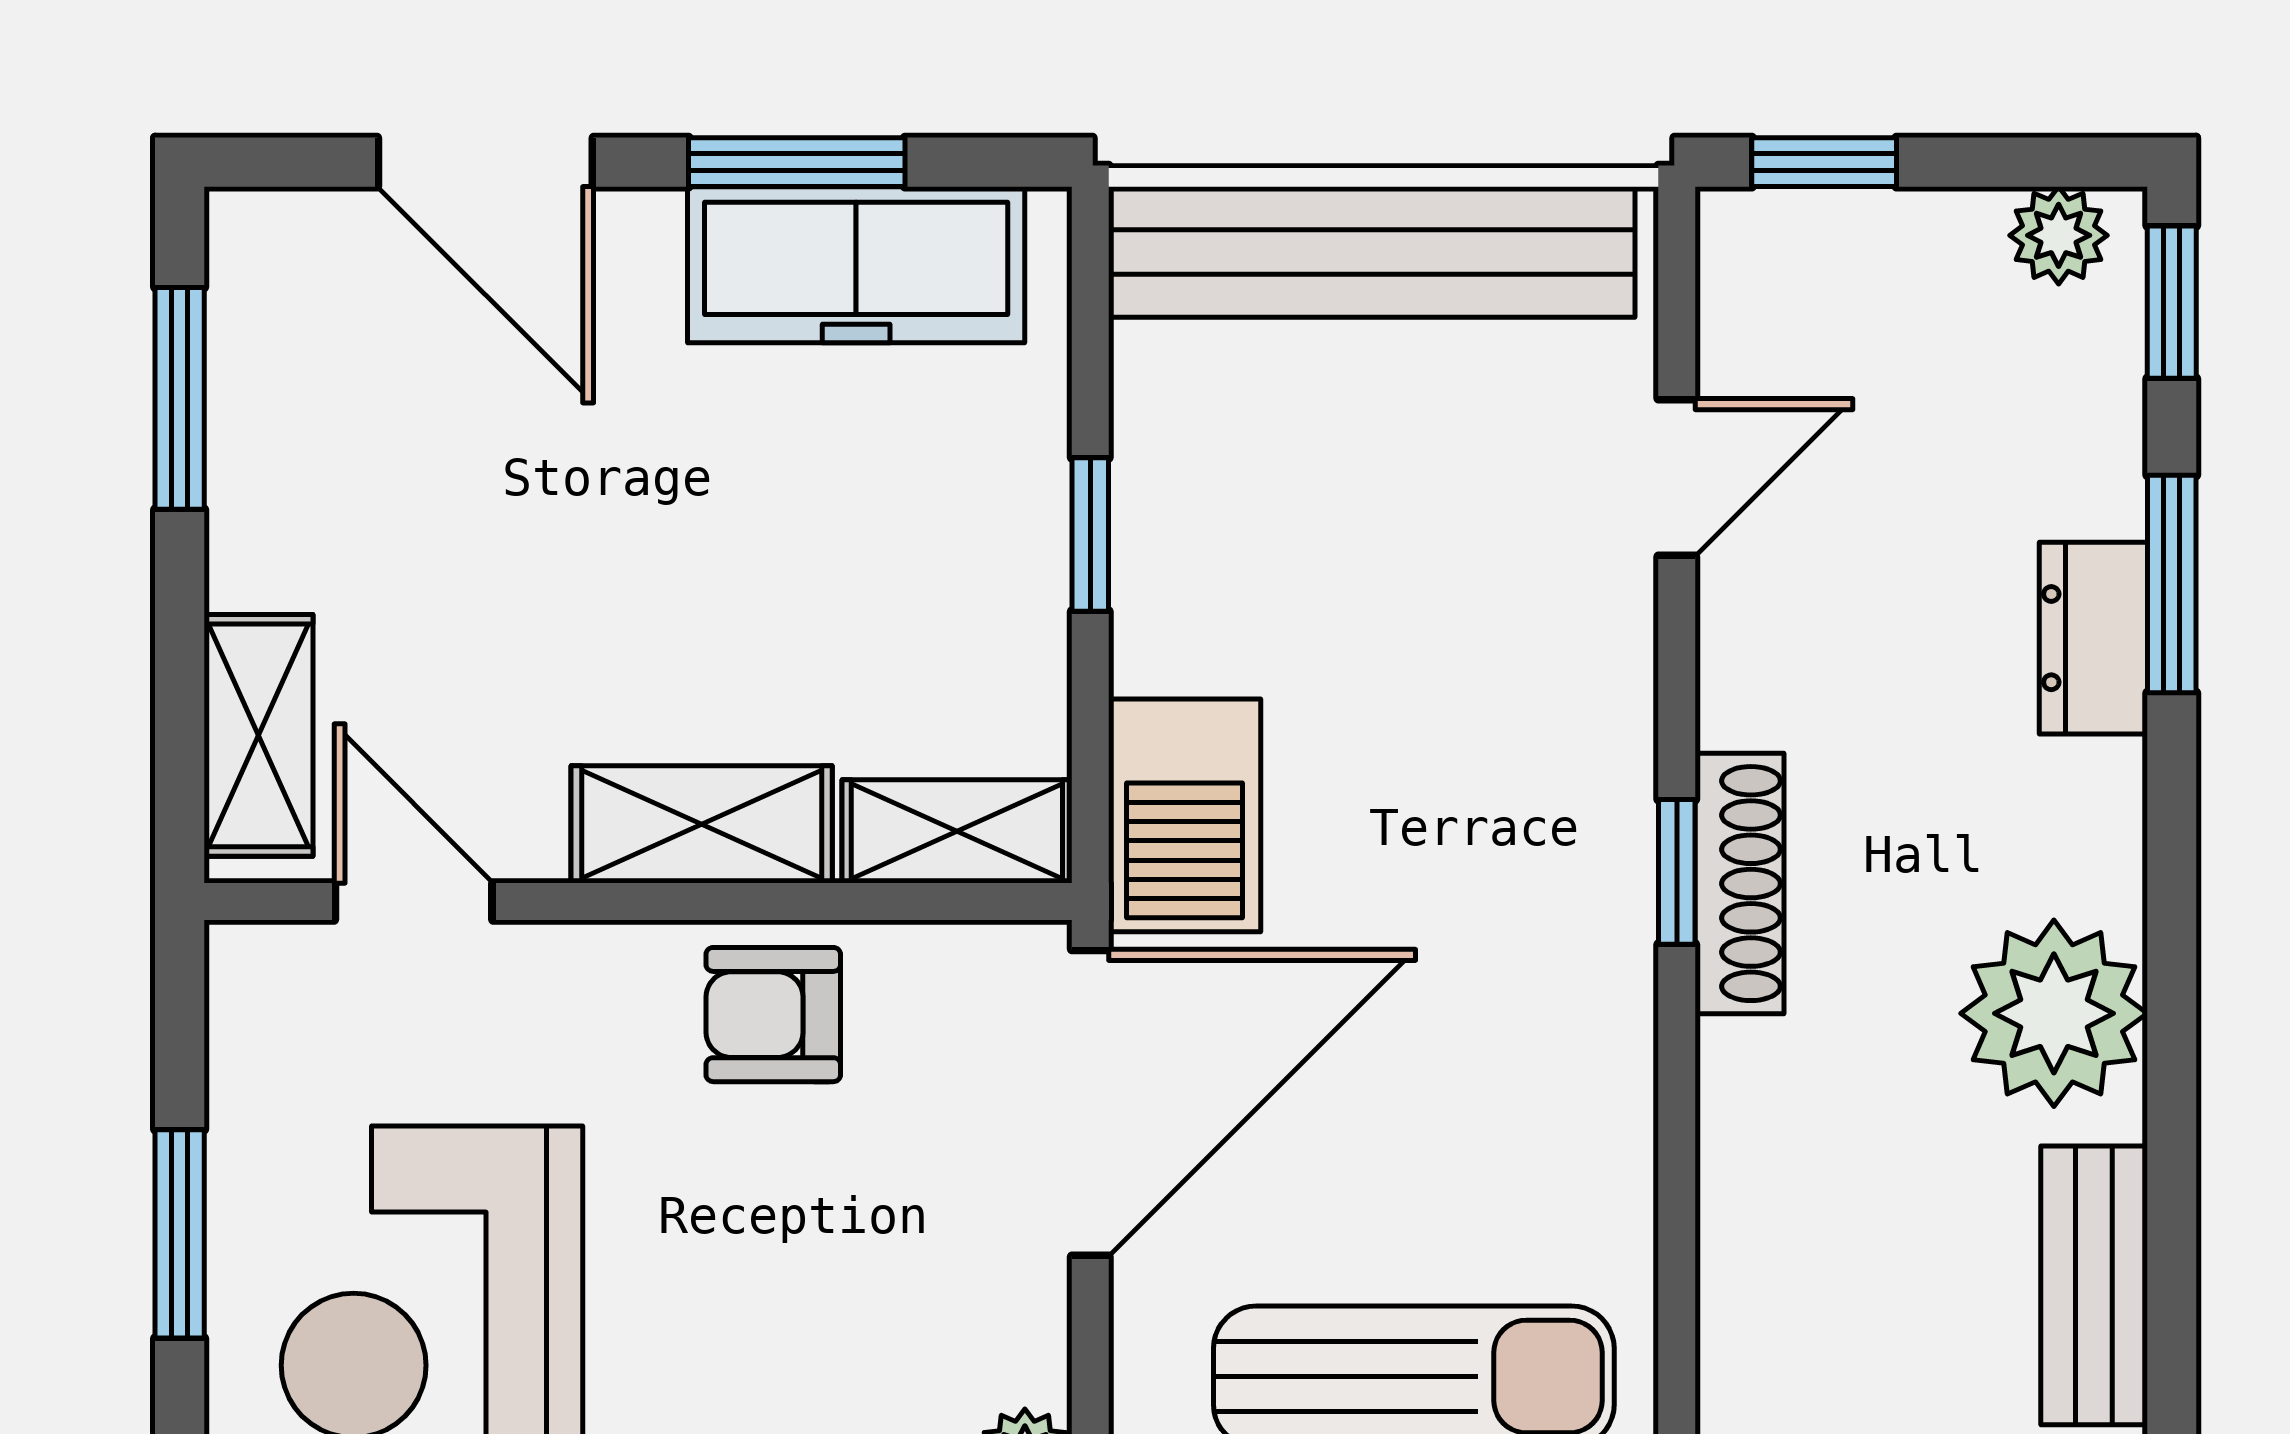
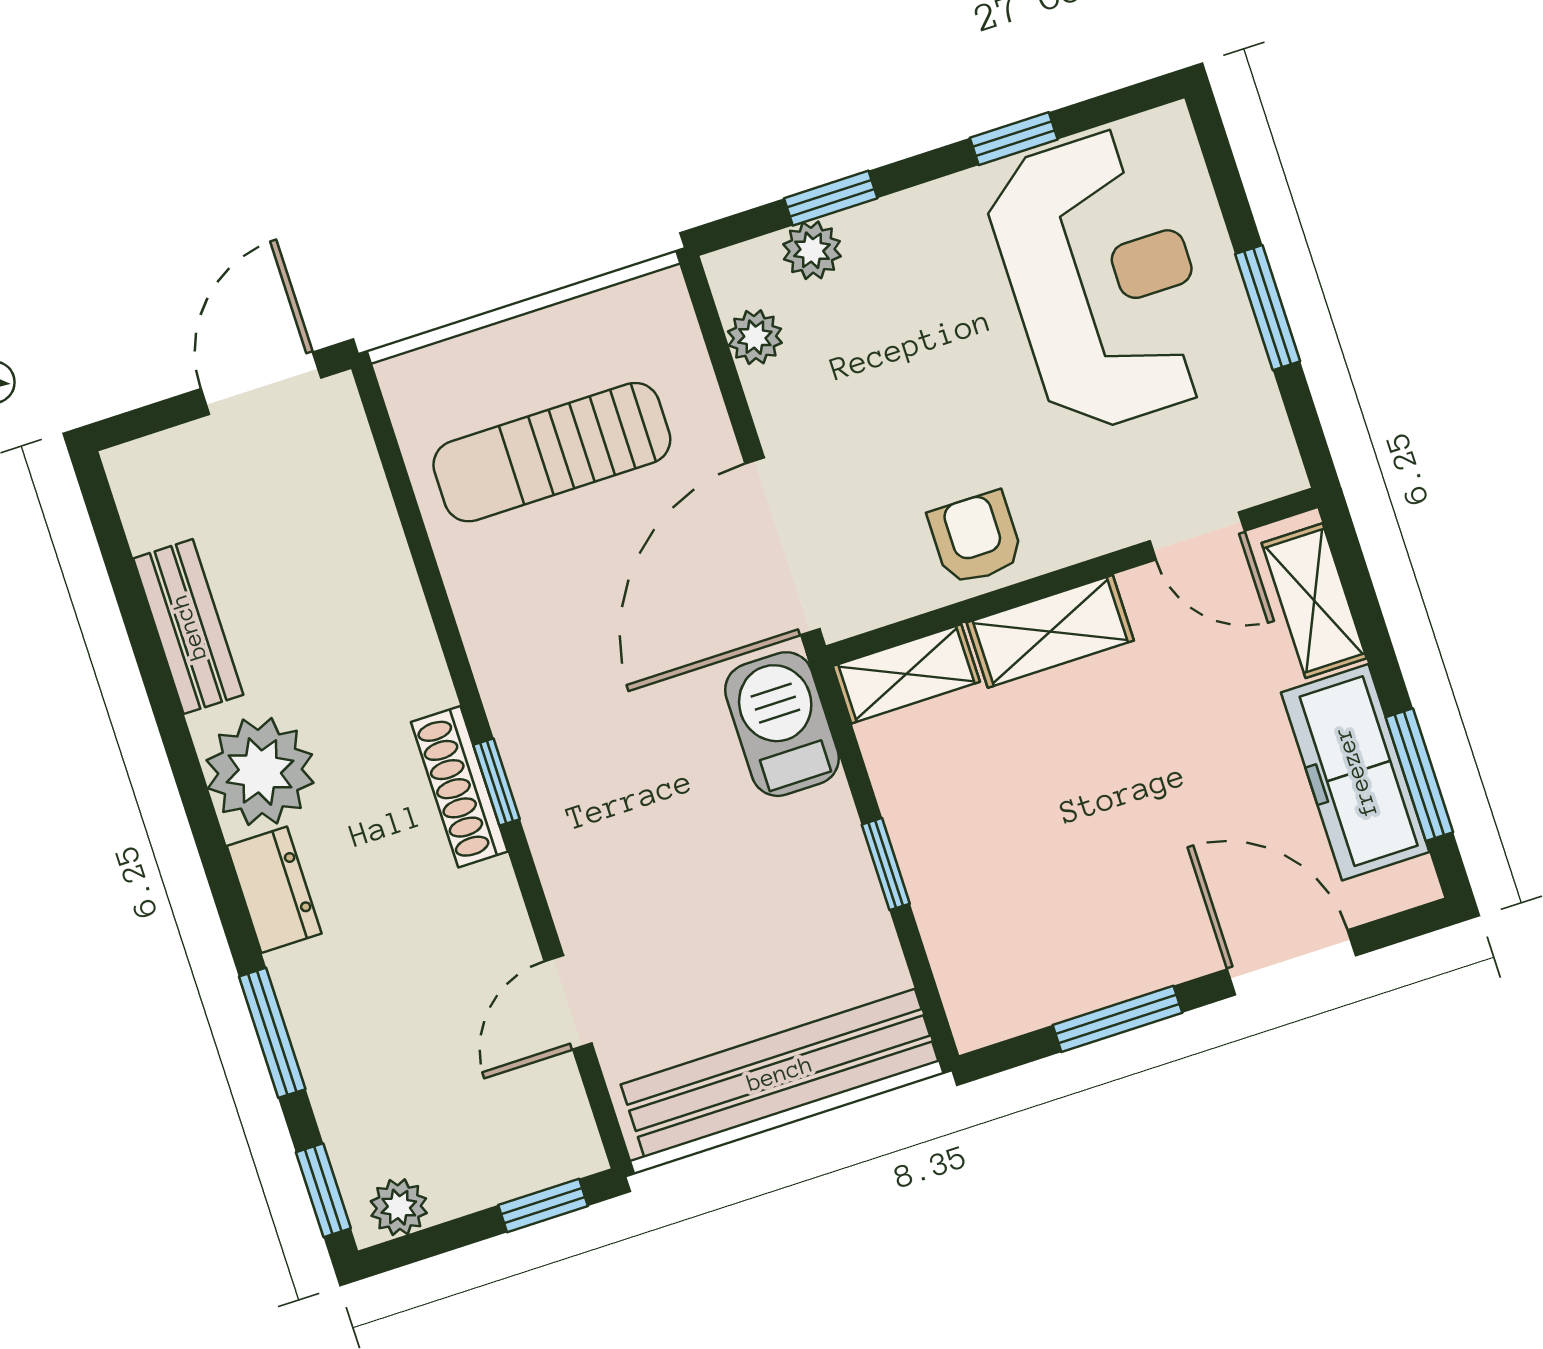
freezer: (856, 265) -> (1355, 772), moved, turned -90
dresser: (2093, 638) -> (274, 890), moved
armchair: (773, 1015) -> (976, 538), turned -90

